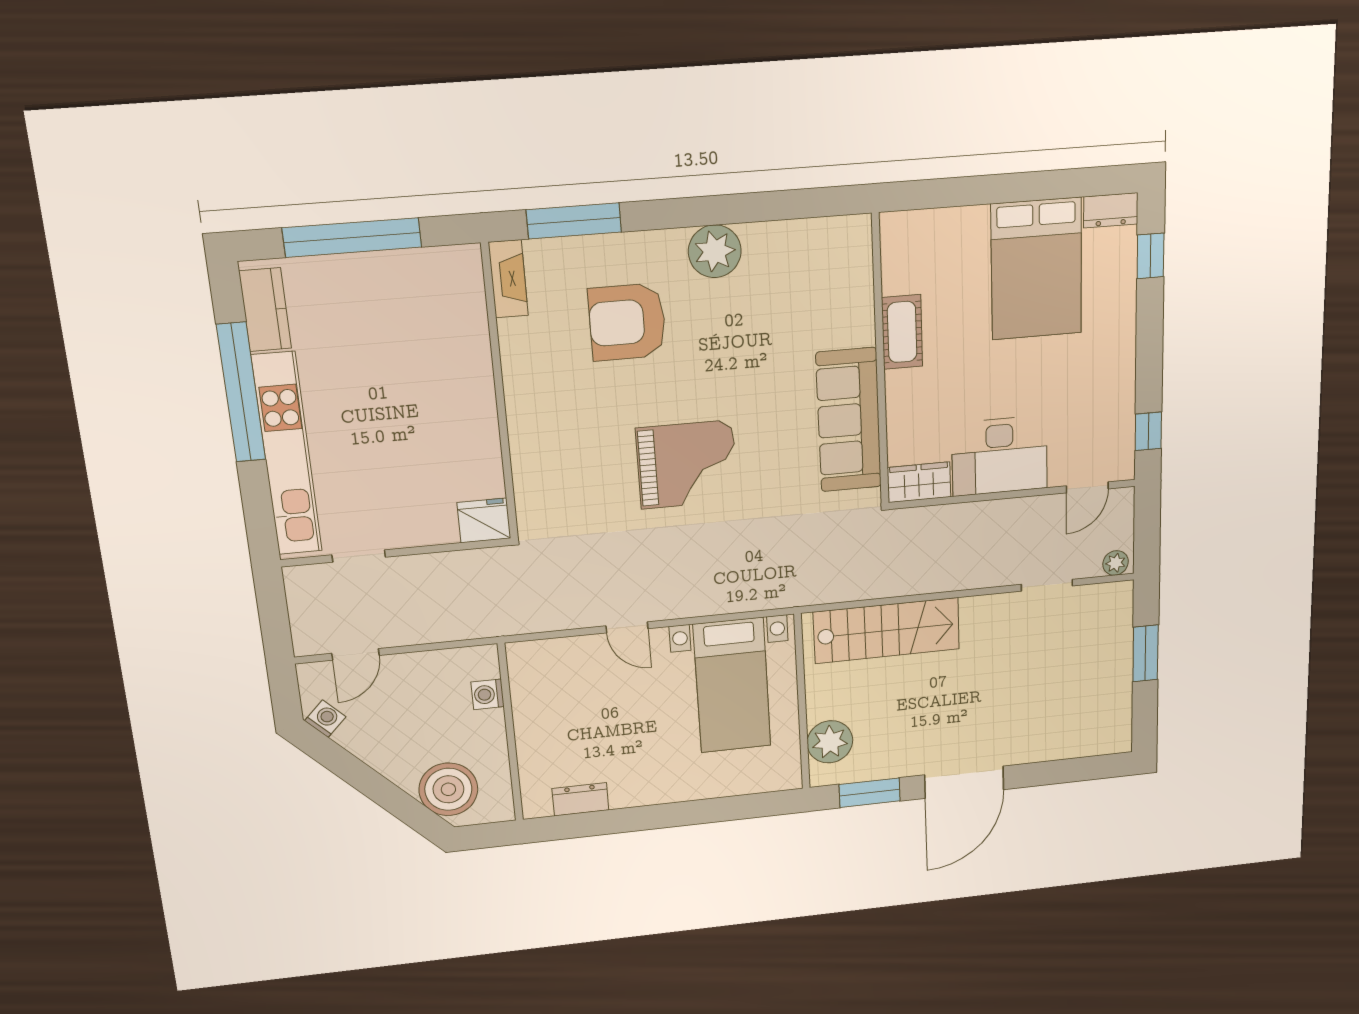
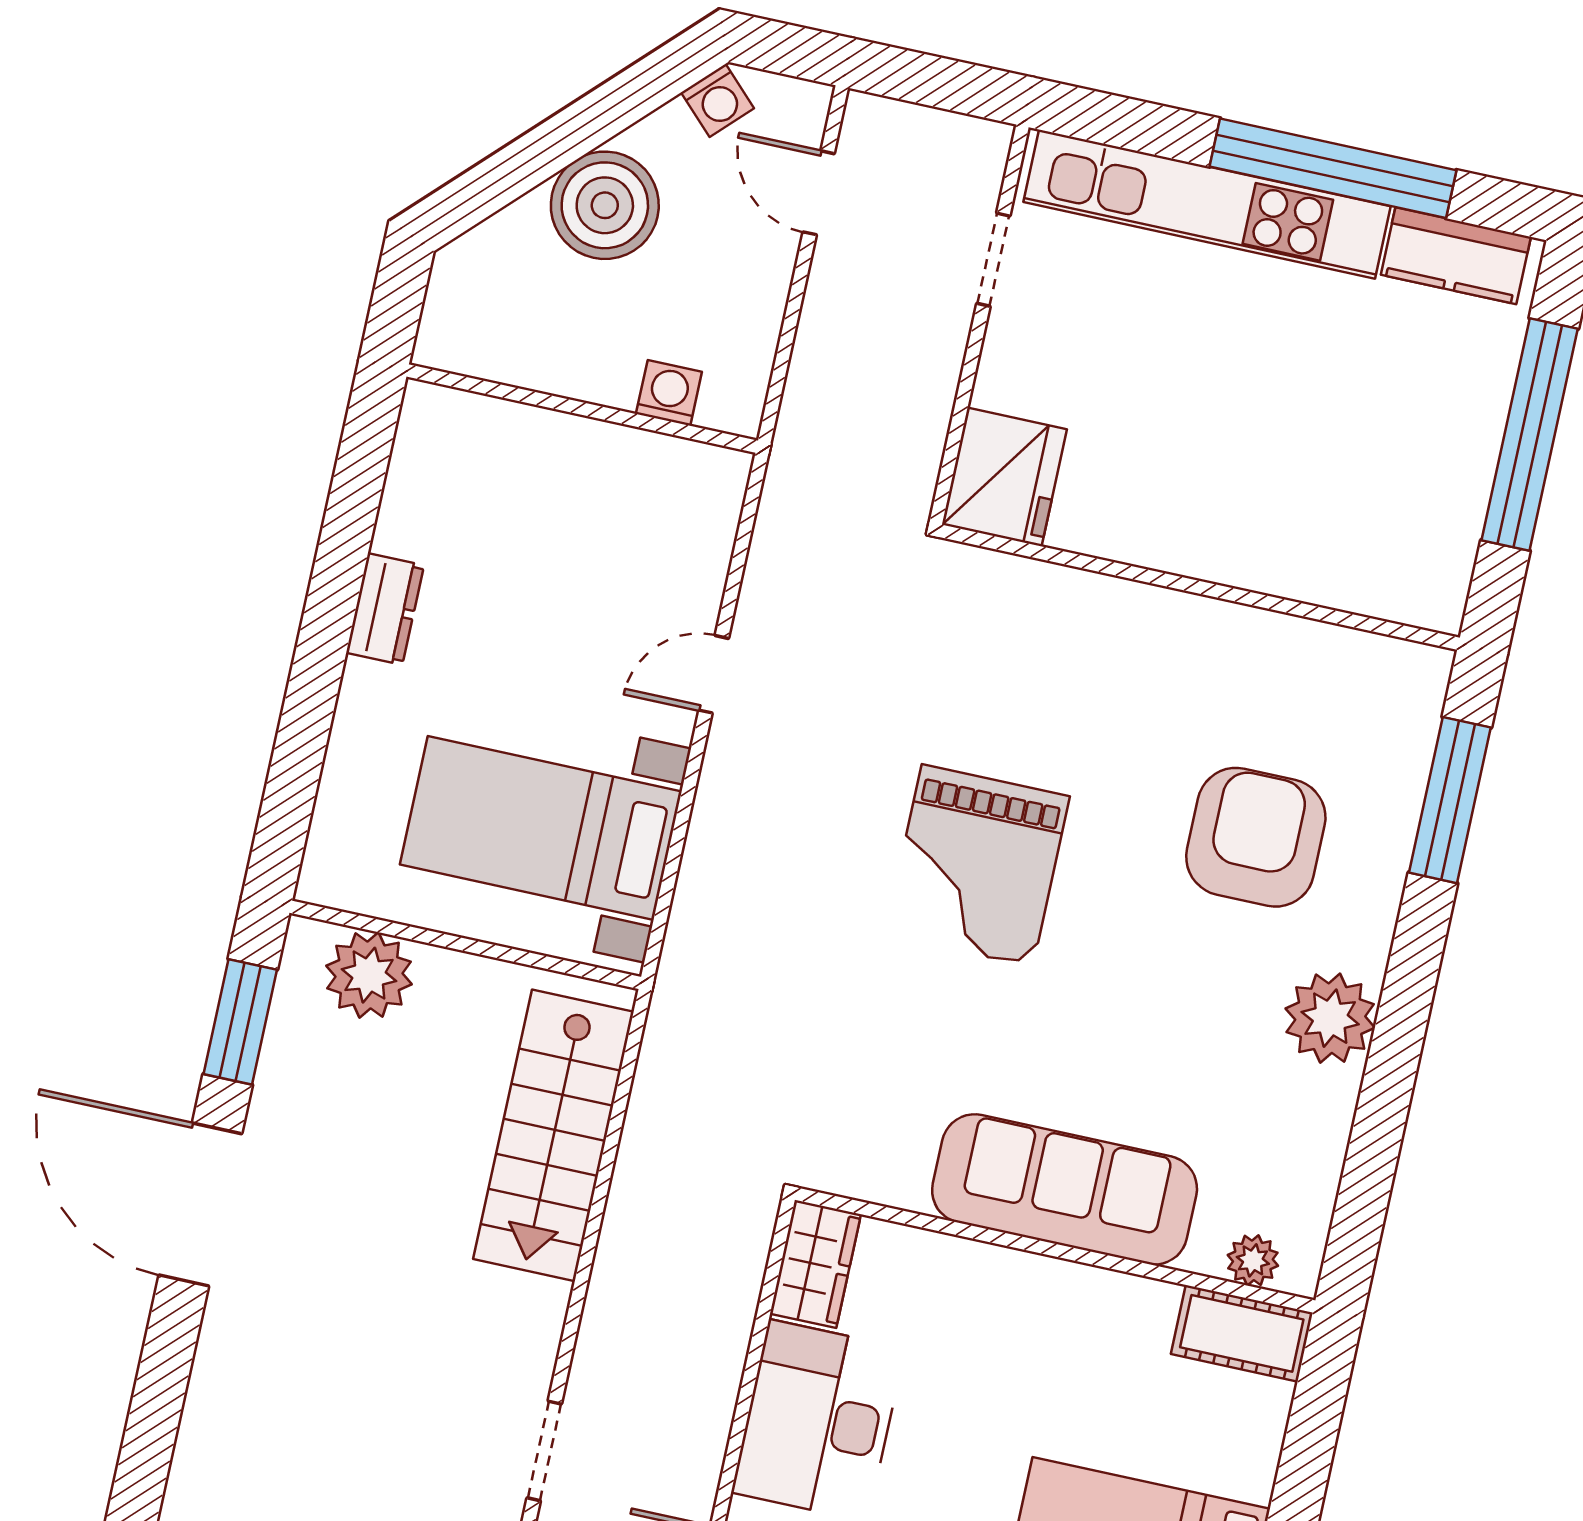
plant: (859, 254) -> (1253, 1260), added
fireplace: (508, 279) -> (1387, 663), removed
cot: (902, 332) -> (1242, 1333), moved
sofa: (849, 420) -> (1065, 1189), moved
fridge: (484, 520) -> (1004, 477), width x1.36, depth x1.34
boiler: (448, 789) -> (605, 205), moved
dresser: (580, 799) -> (385, 609), moved

